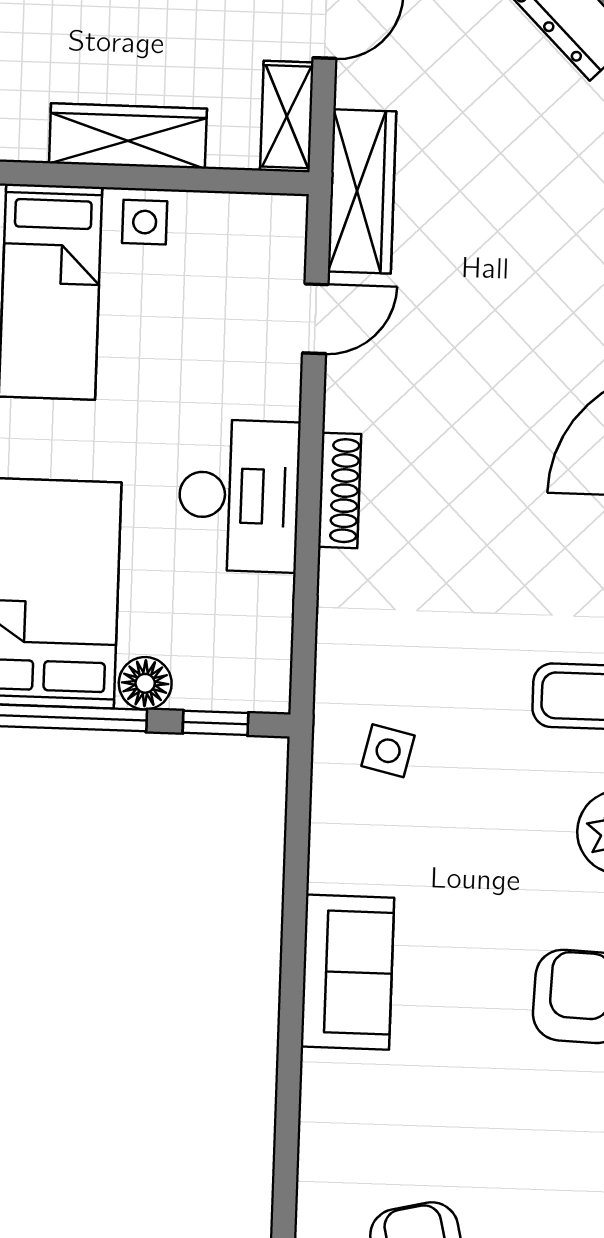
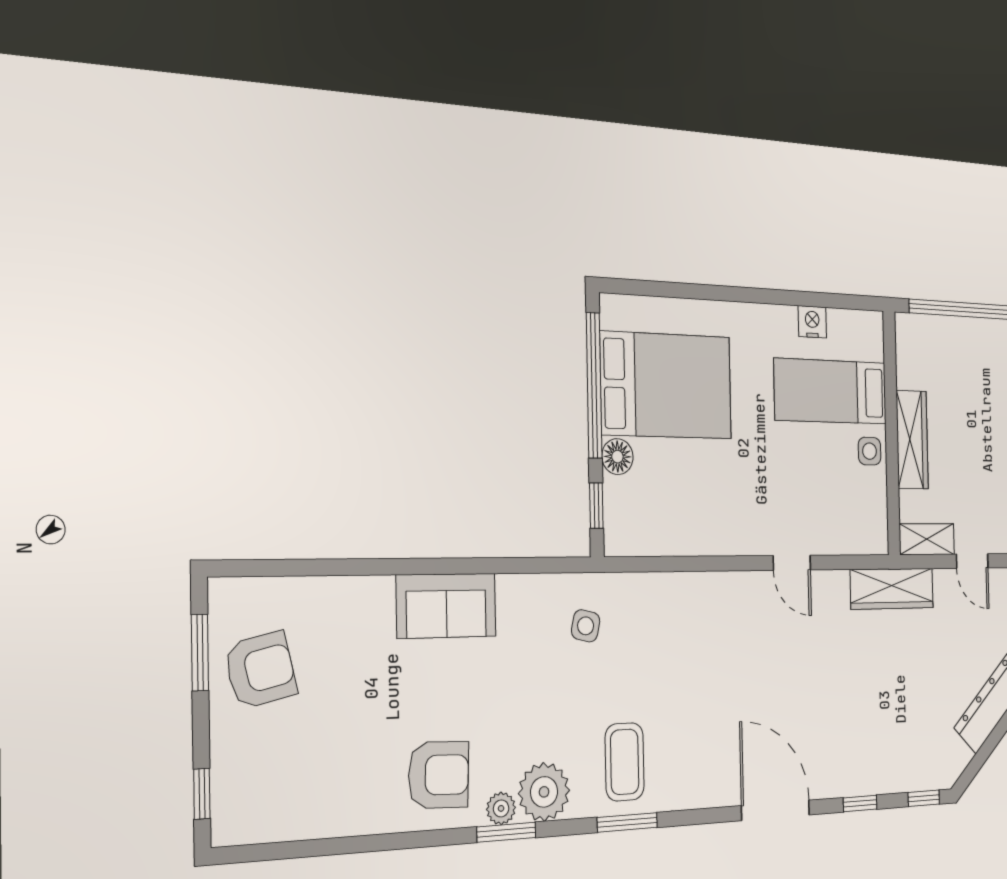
door: (315, 319) -> (792, 563), moved
shoe rack: (340, 490) -> (734, 584), removed
desk: (239, 496) -> (728, 517), removed

